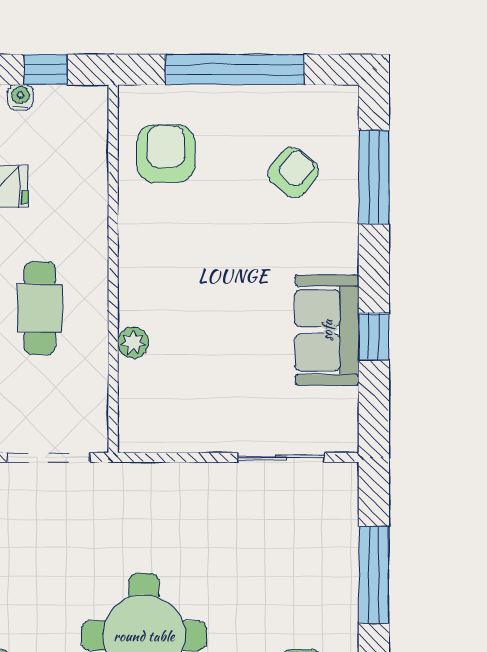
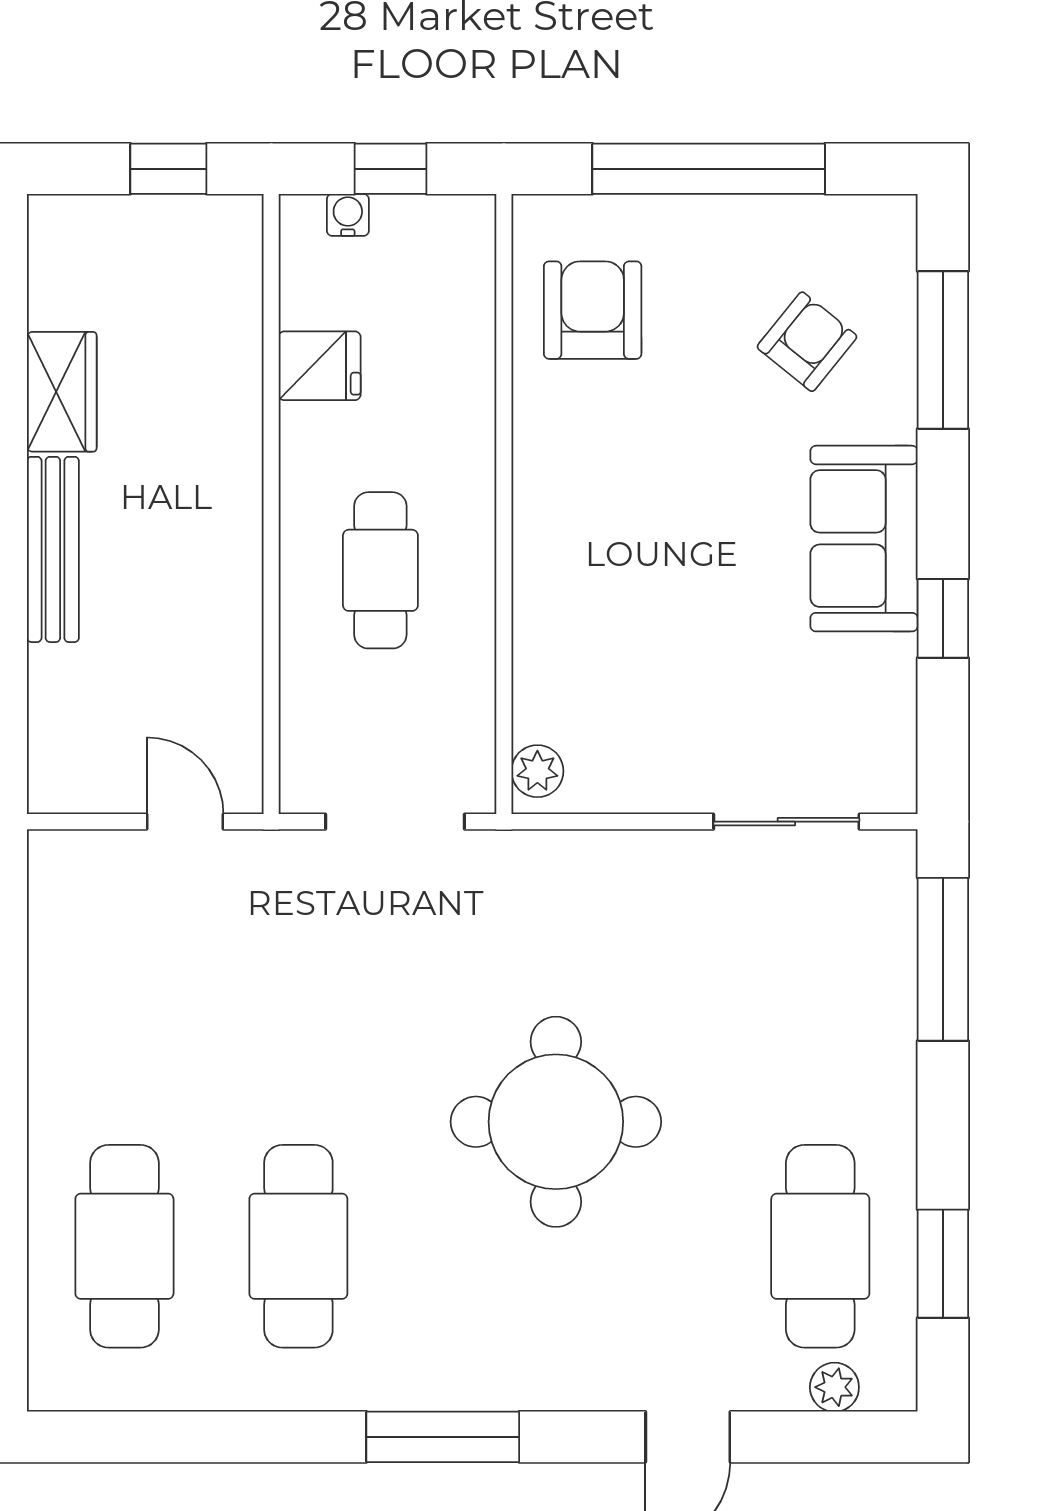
sofa: (327, 330) -> (864, 539), moved
plant: (133, 343) -> (537, 771), moved
window: (374, 575) -> (943, 959), moved

